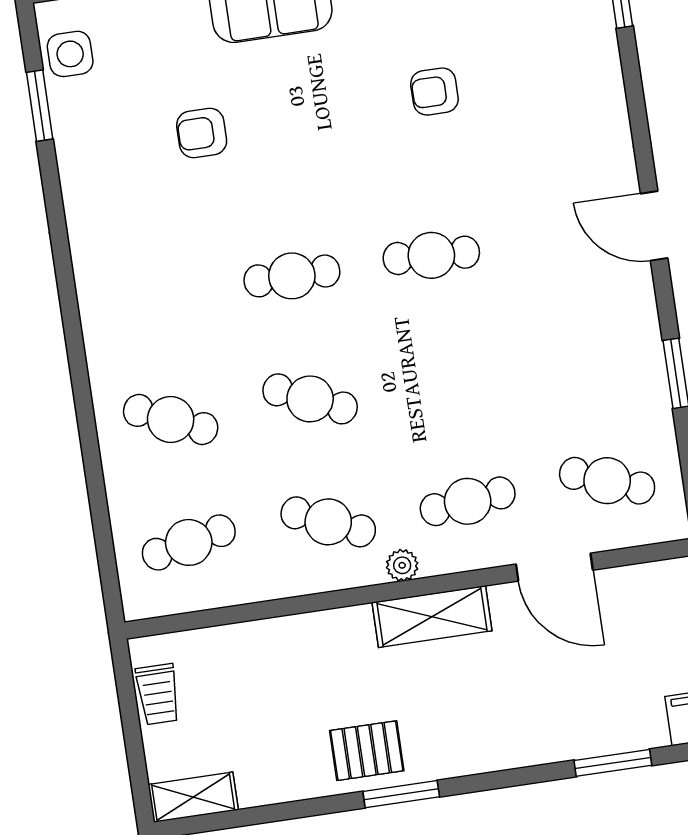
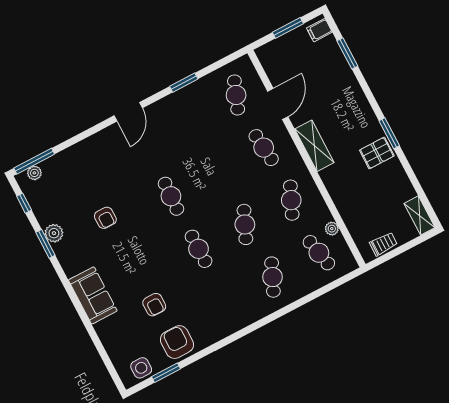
armchair: (100, 154) -> (177, 342), added
plant: (402, 565) -> (332, 229), moved
pallet: (367, 751) -> (377, 153), turned 90

